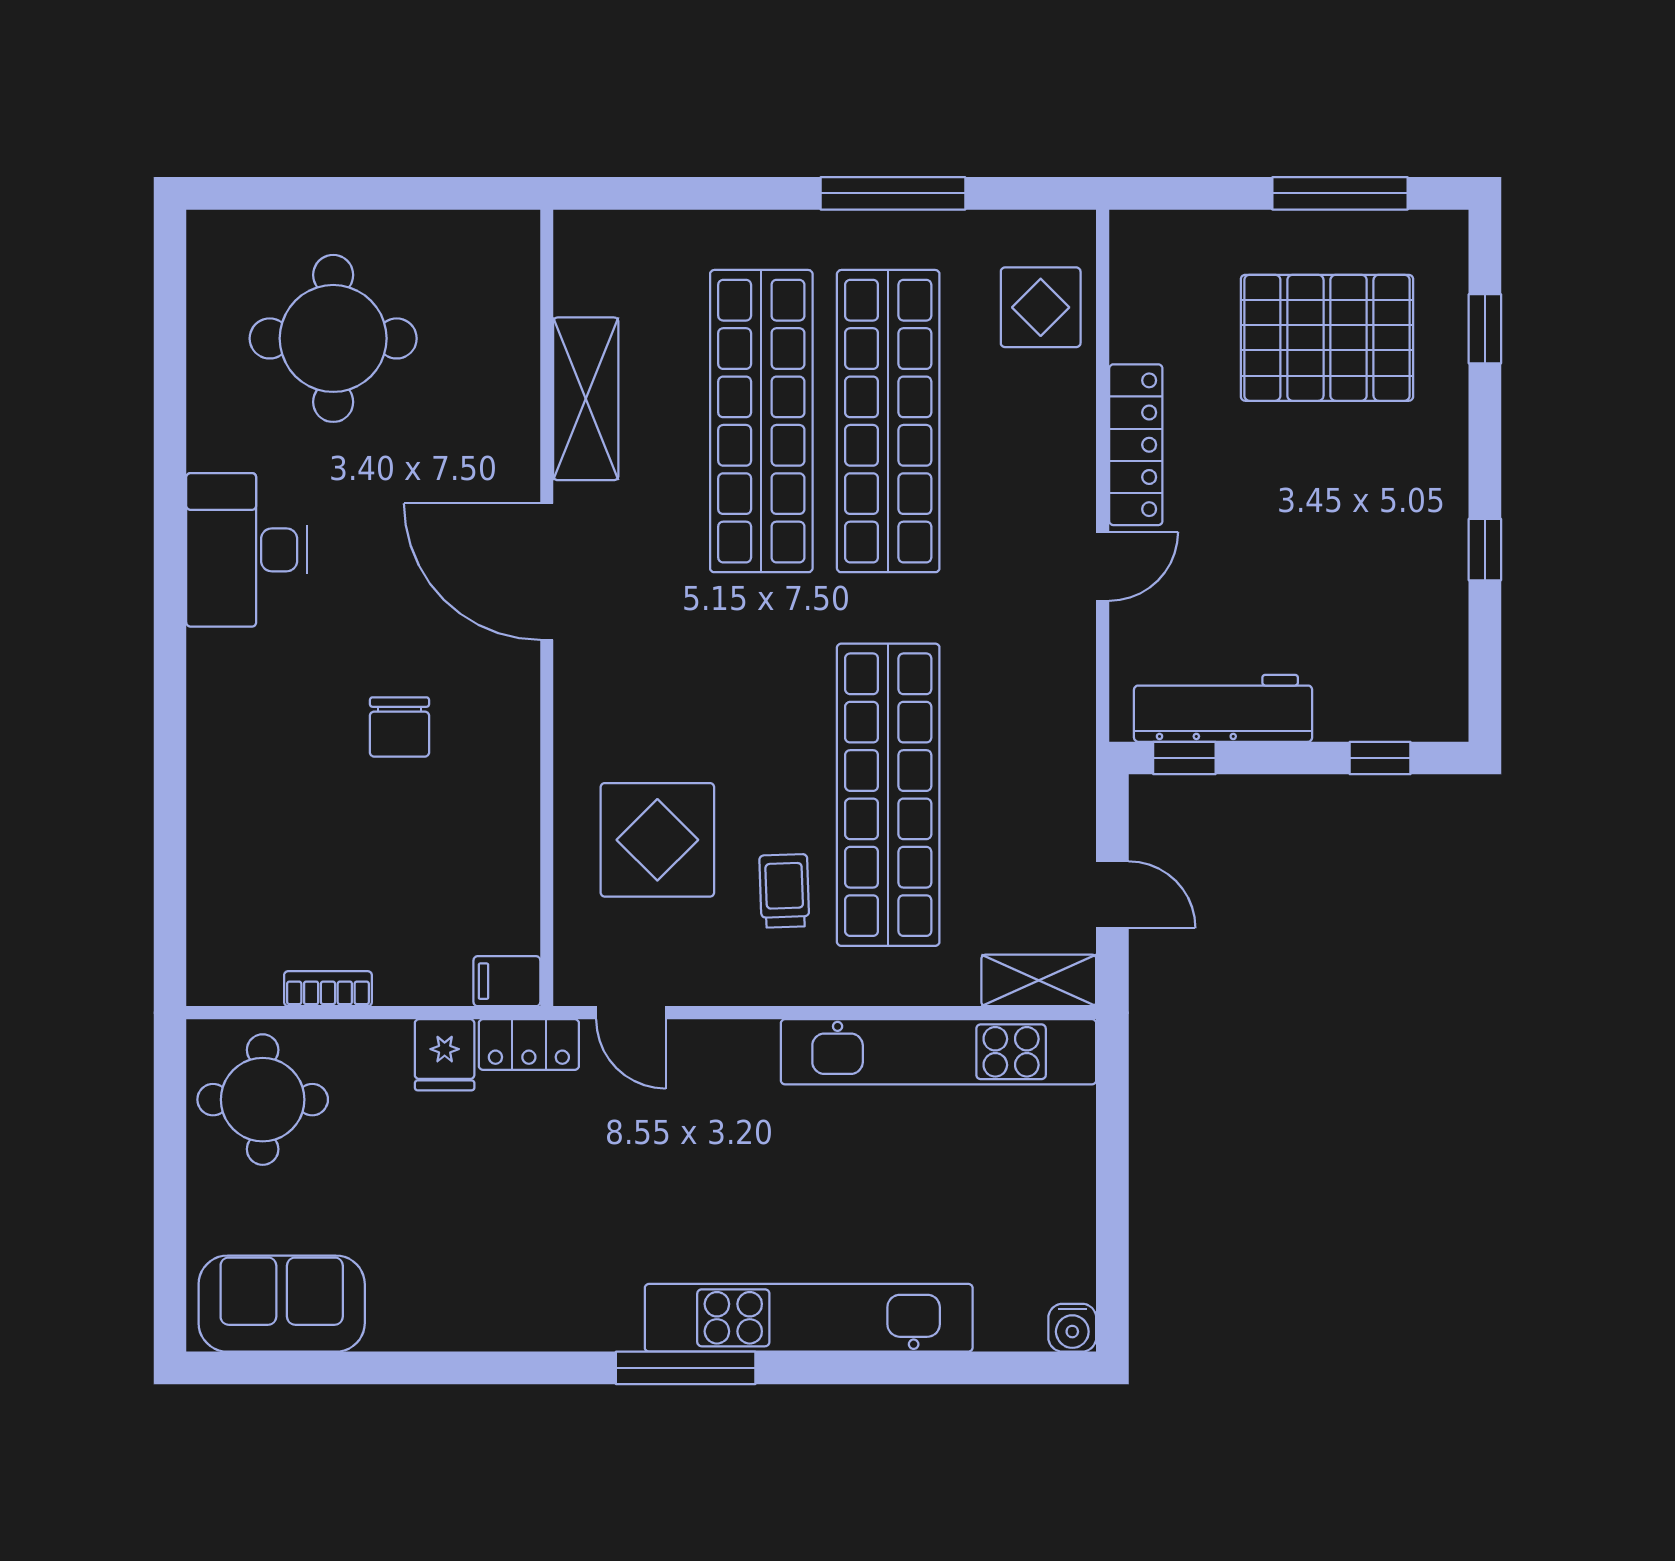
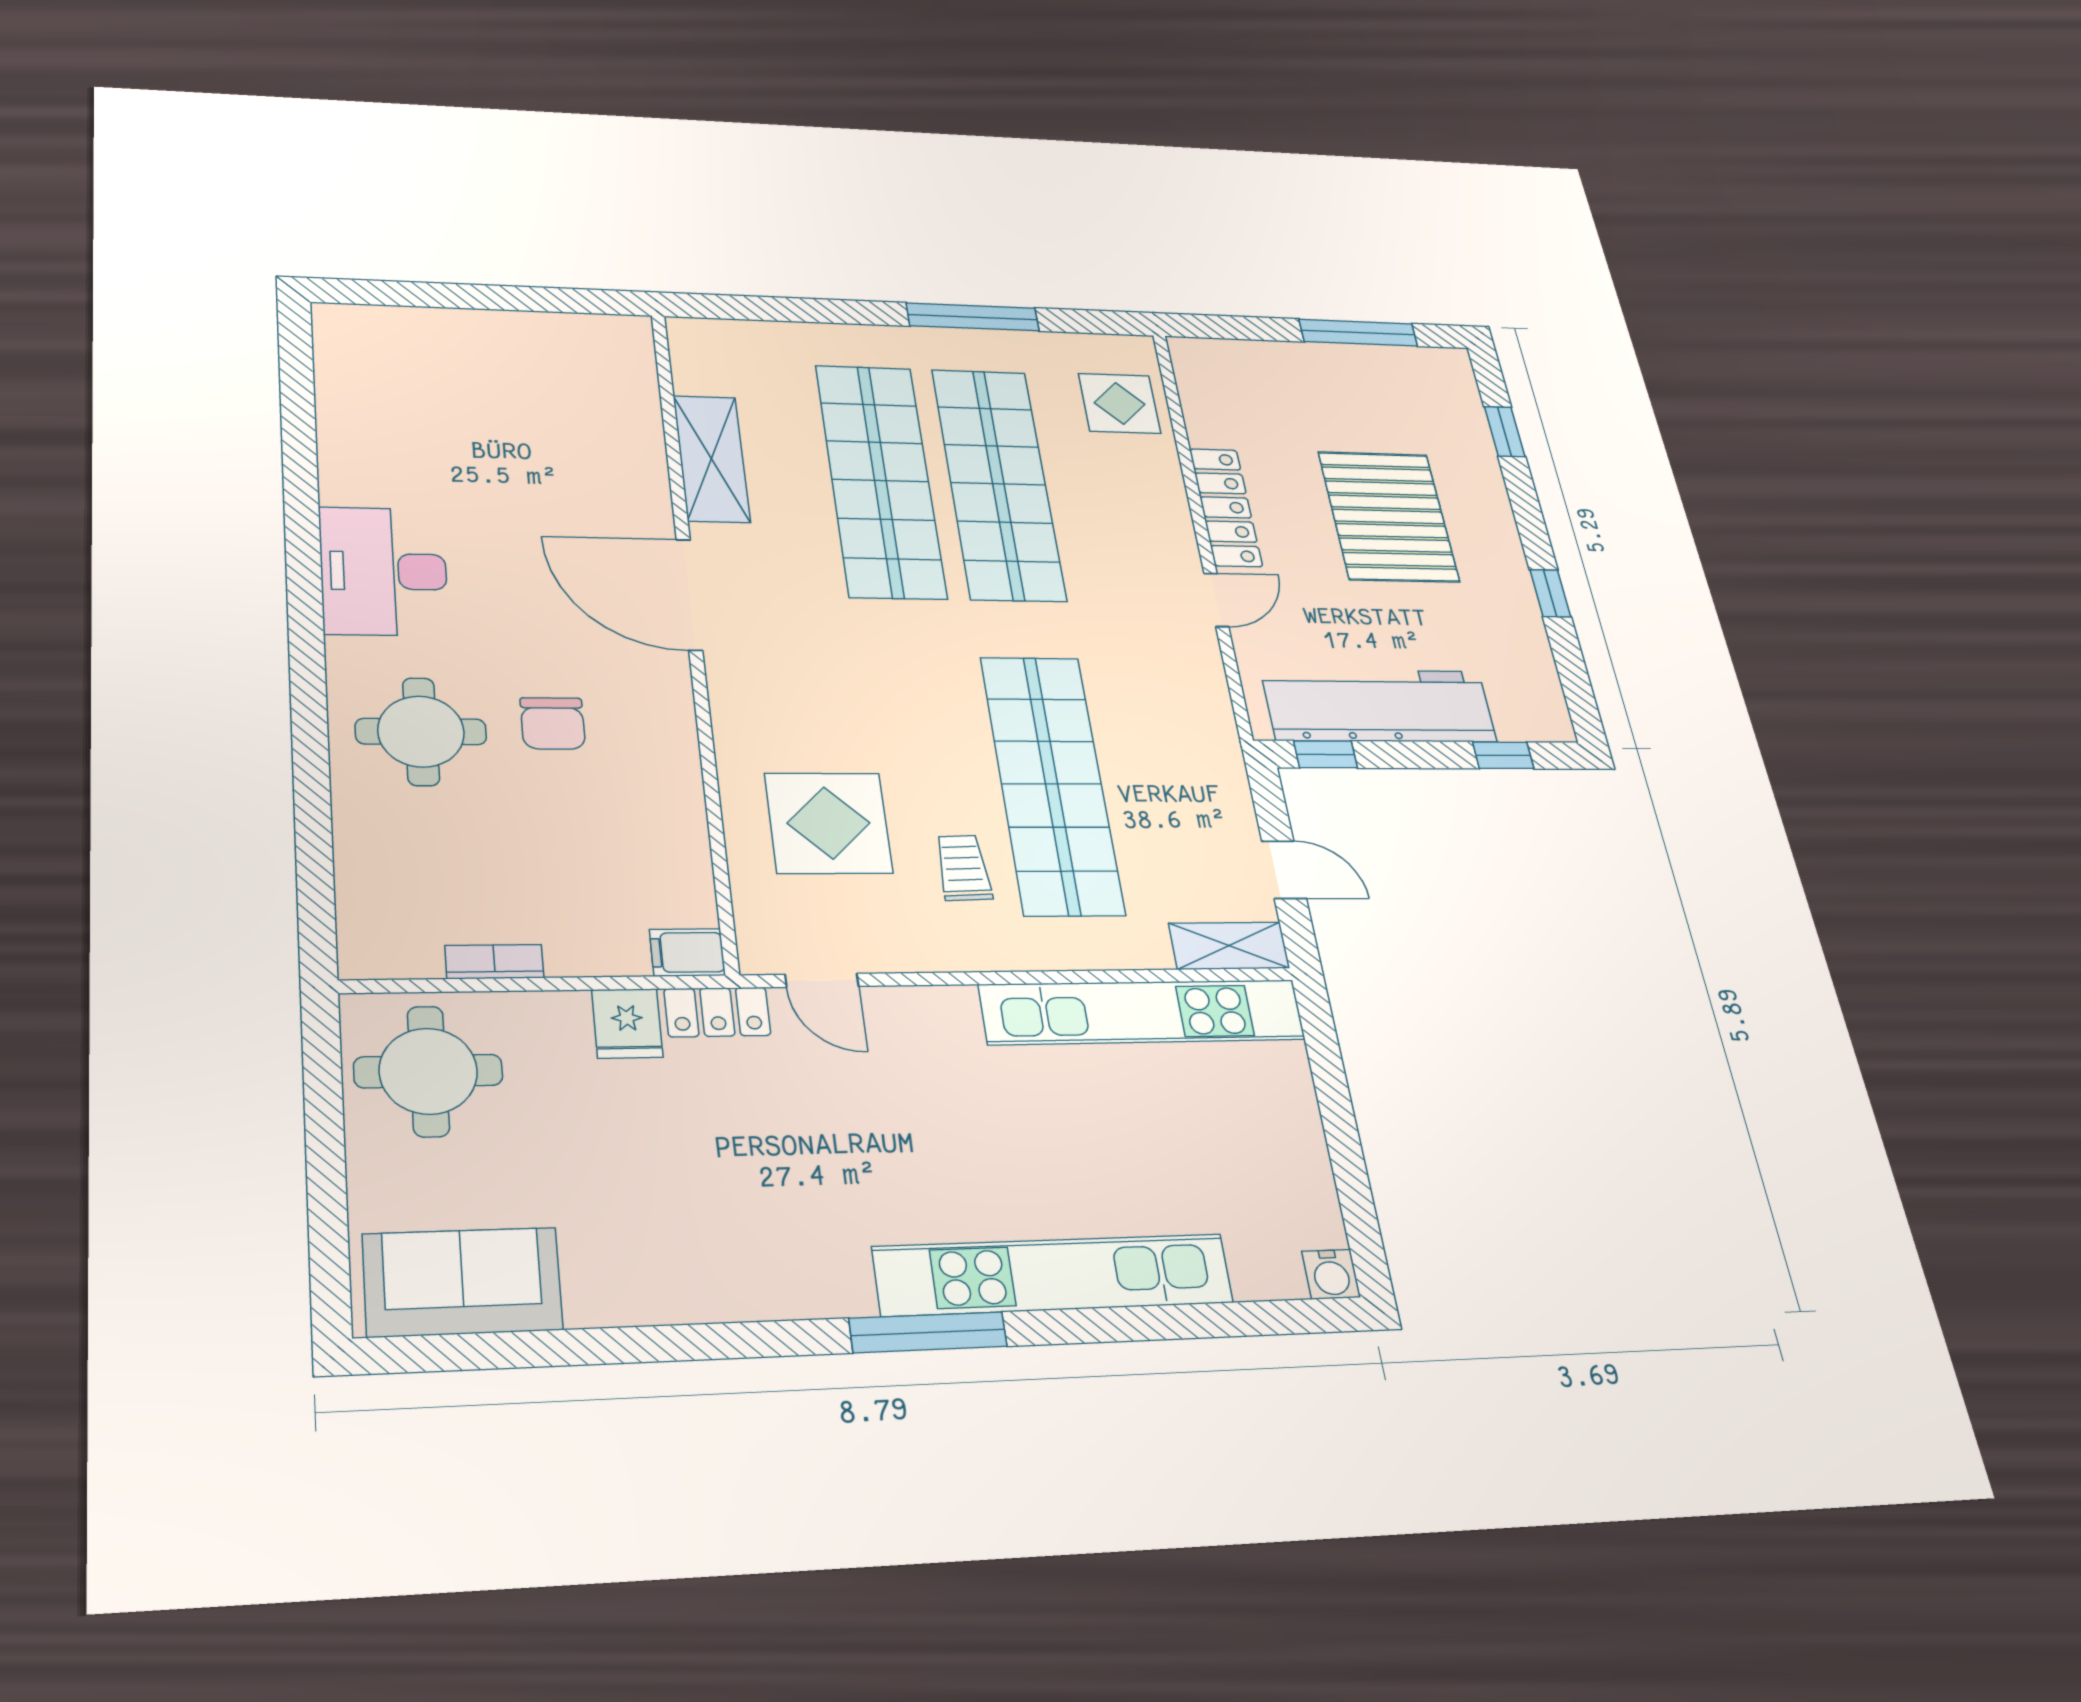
round table: (333, 338) -> (421, 732), moved, width x0.73, depth x0.73
pallet: (1327, 338) -> (1388, 517), moved, turned 90
workbench: (1223, 708) -> (1379, 706), width x1.36, depth x1.32

